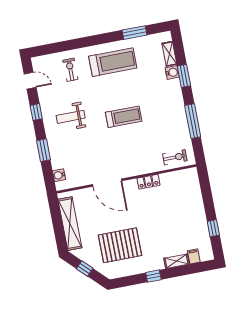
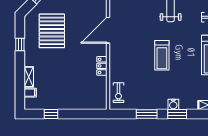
water cooler: (172, 72) -> (173, 104), moved
window: (184, 76) -> (177, 114), moved
window: (193, 121) -> (147, 114), width x0.69
window: (153, 276) -> (20, 45), moved

